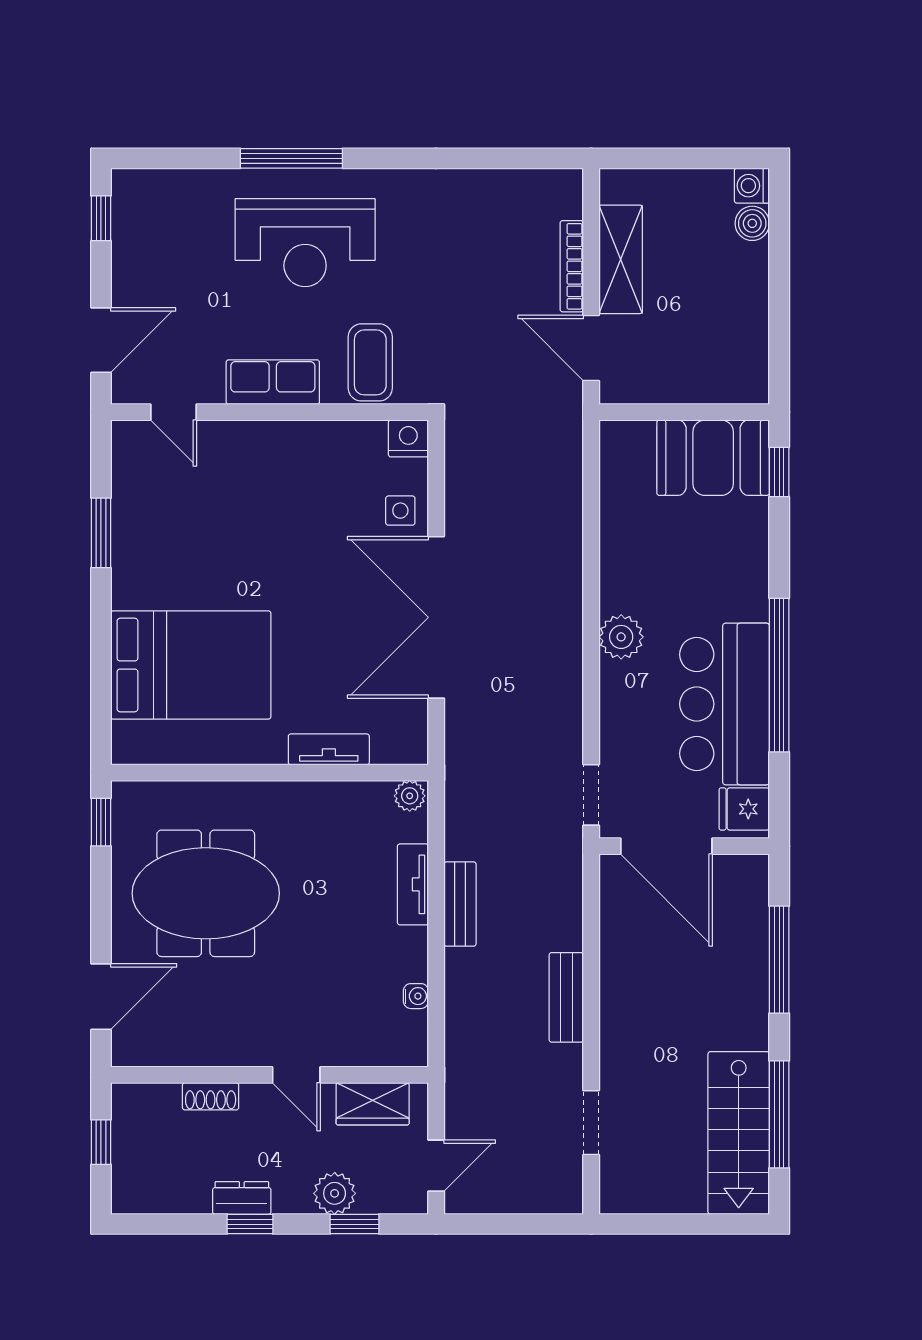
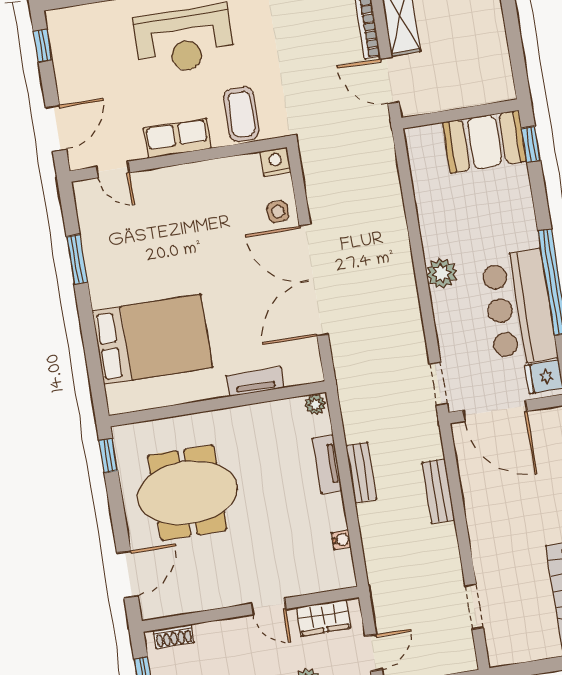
bench: (566, 997) -> (438, 491), moved
shoe rack: (211, 1096) -> (174, 636), moved

